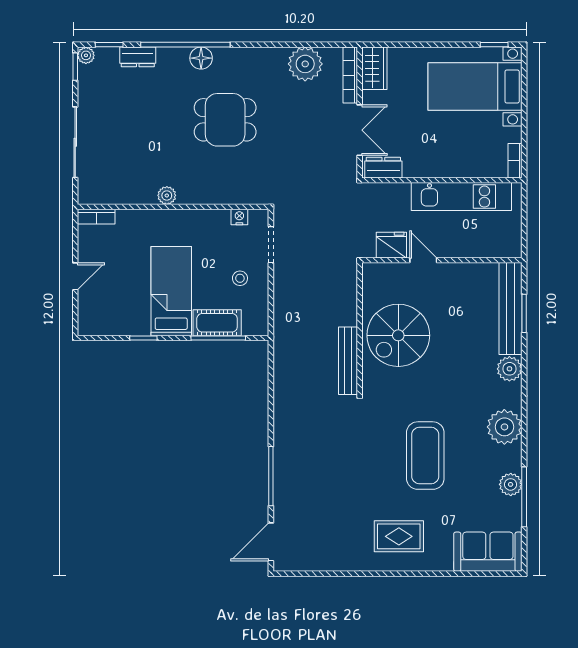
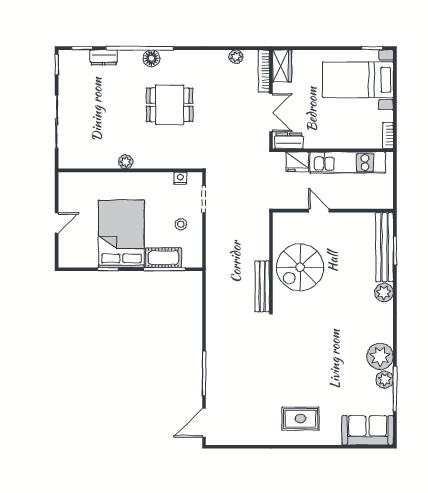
plant: (86, 55) -> (65, 56), removed
plant: (305, 64) -> (236, 57), width x0.53, depth x0.53
bookcase: (96, 217) -> (72, 178), removed
fridge: (391, 245) -> (297, 162), moved, turned 180
bed: (171, 291) -> (121, 234), width x1.50
plant: (504, 427) -> (380, 356), moved
coffee table: (425, 456) -> (320, 358), removed

